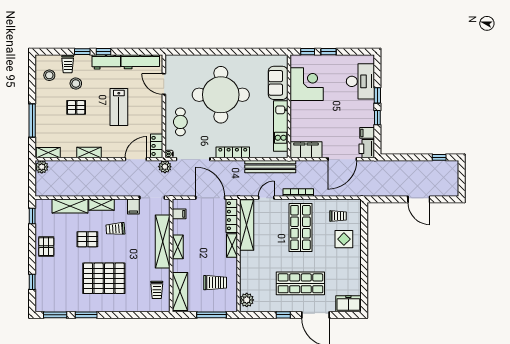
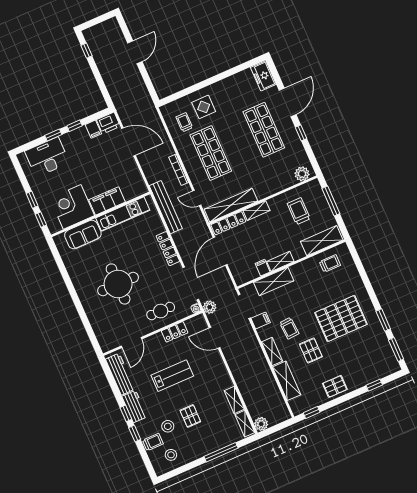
round table: (221, 95) -> (118, 284), width x0.73, depth x0.73
locker: (157, 146) -> (175, 332), moved
filing cabinet: (306, 150) -> (107, 201), moved, turned 90
shelving: (89, 153) -> (234, 400), moved
filing cabinet: (179, 214) -> (263, 268), moved
shop shelf: (300, 227) -> (211, 153), turned 90
shelving: (163, 242) -> (274, 281), width x0.68
pallet: (104, 278) -> (341, 318), turned 90

